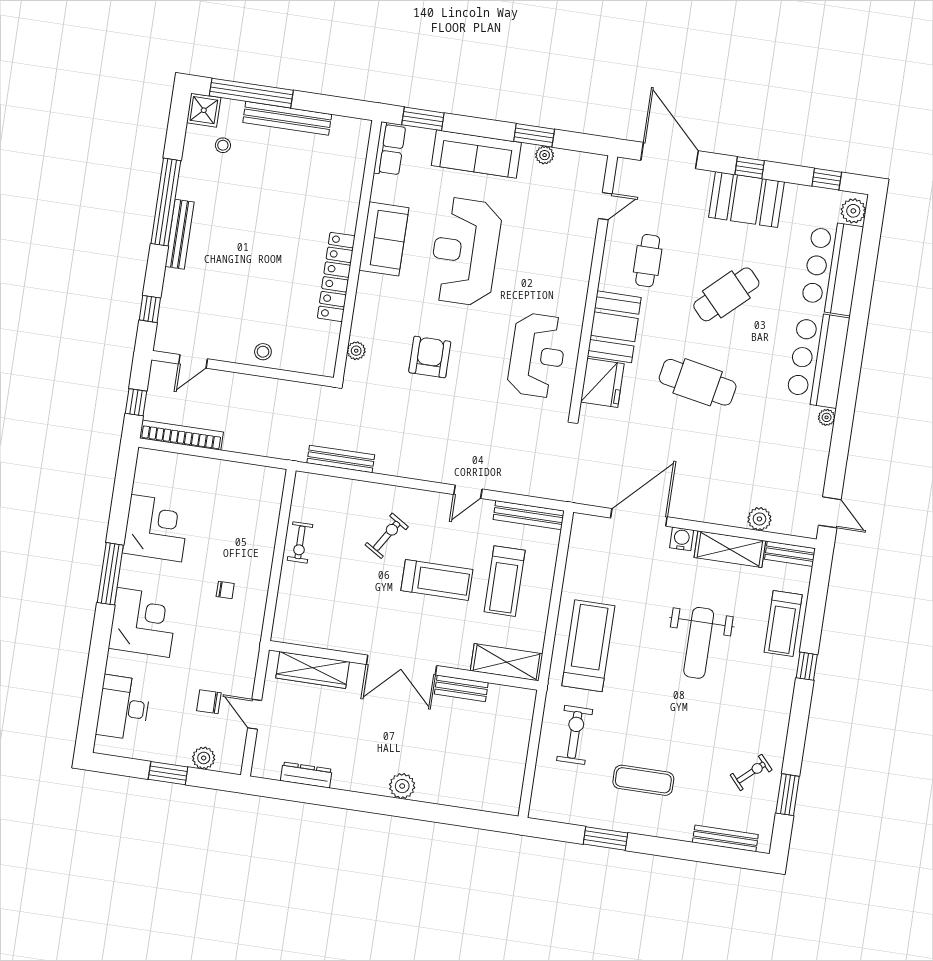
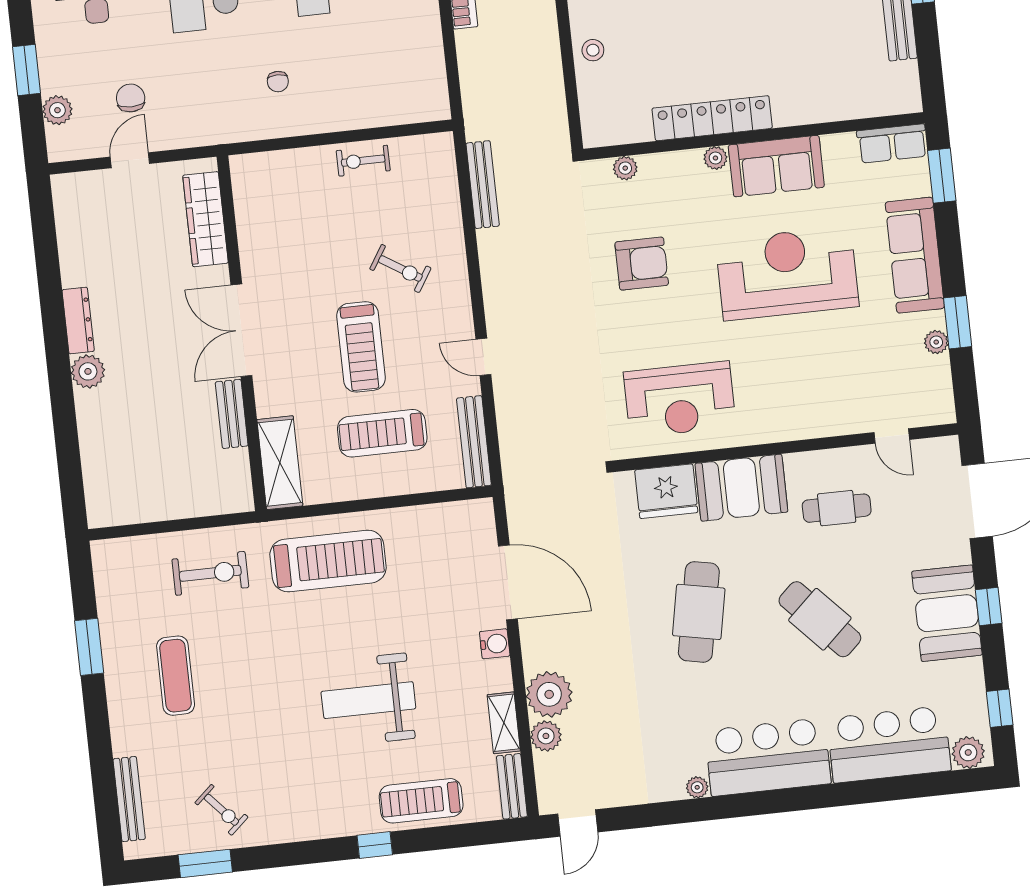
plant: (366, 282) -> (715, 158), added
plant: (729, 509) -> (549, 694), added
shelving: (730, 549) -> (504, 723), width x0.67, depth x0.75
dresser: (306, 775) -> (78, 320), moved

